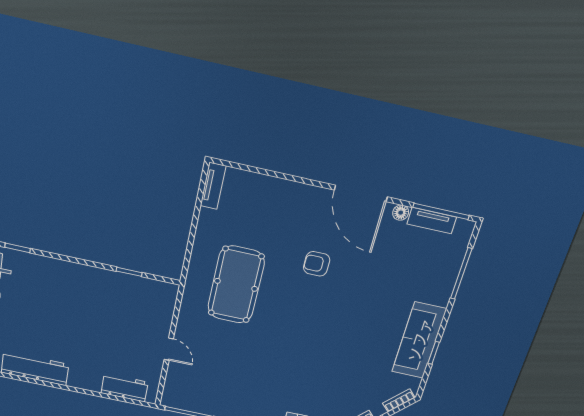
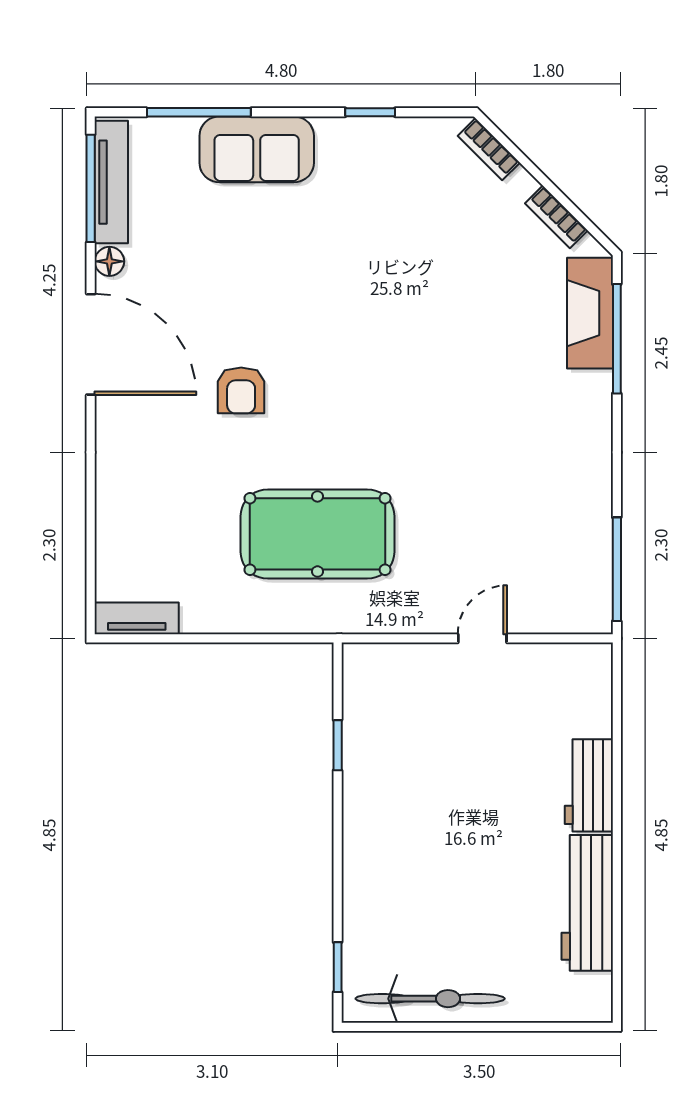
door: (361, 193) -> (91, 344), hinge flipped
tv unit: (432, 221) -> (111, 182), width x1.41
sofa: (419, 340) -> (257, 149), moved, width x0.73
workbench: (125, 388) -> (589, 785), moved

